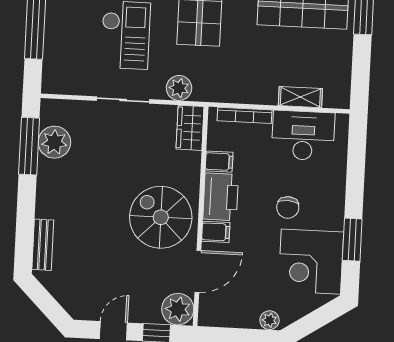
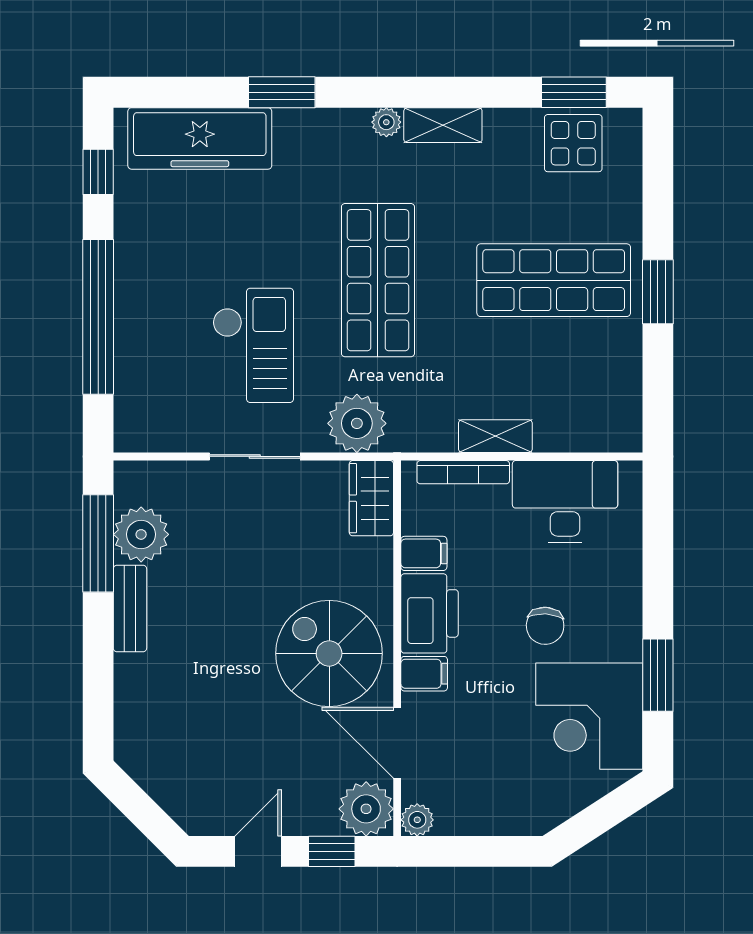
plant: (179, 88) -> (357, 423), width x1.36, depth x1.36
shelving: (300, 97) -> (495, 436), moved
bench: (43, 245) -> (130, 609), moved
door: (198, 271) -> (397, 743), swing flipped
plant: (270, 320) -> (417, 820), moved

